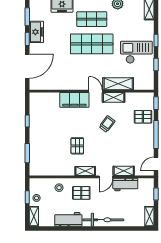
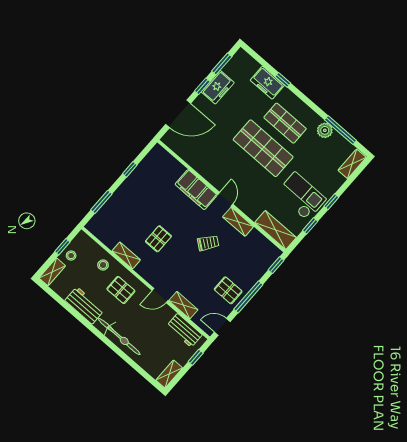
shelving: (118, 84) -> (276, 230), moved
pallet: (143, 117) -> (228, 290), moved
shelving: (85, 171) -> (126, 255), moved
workbench: (125, 185) -> (184, 330), moved

